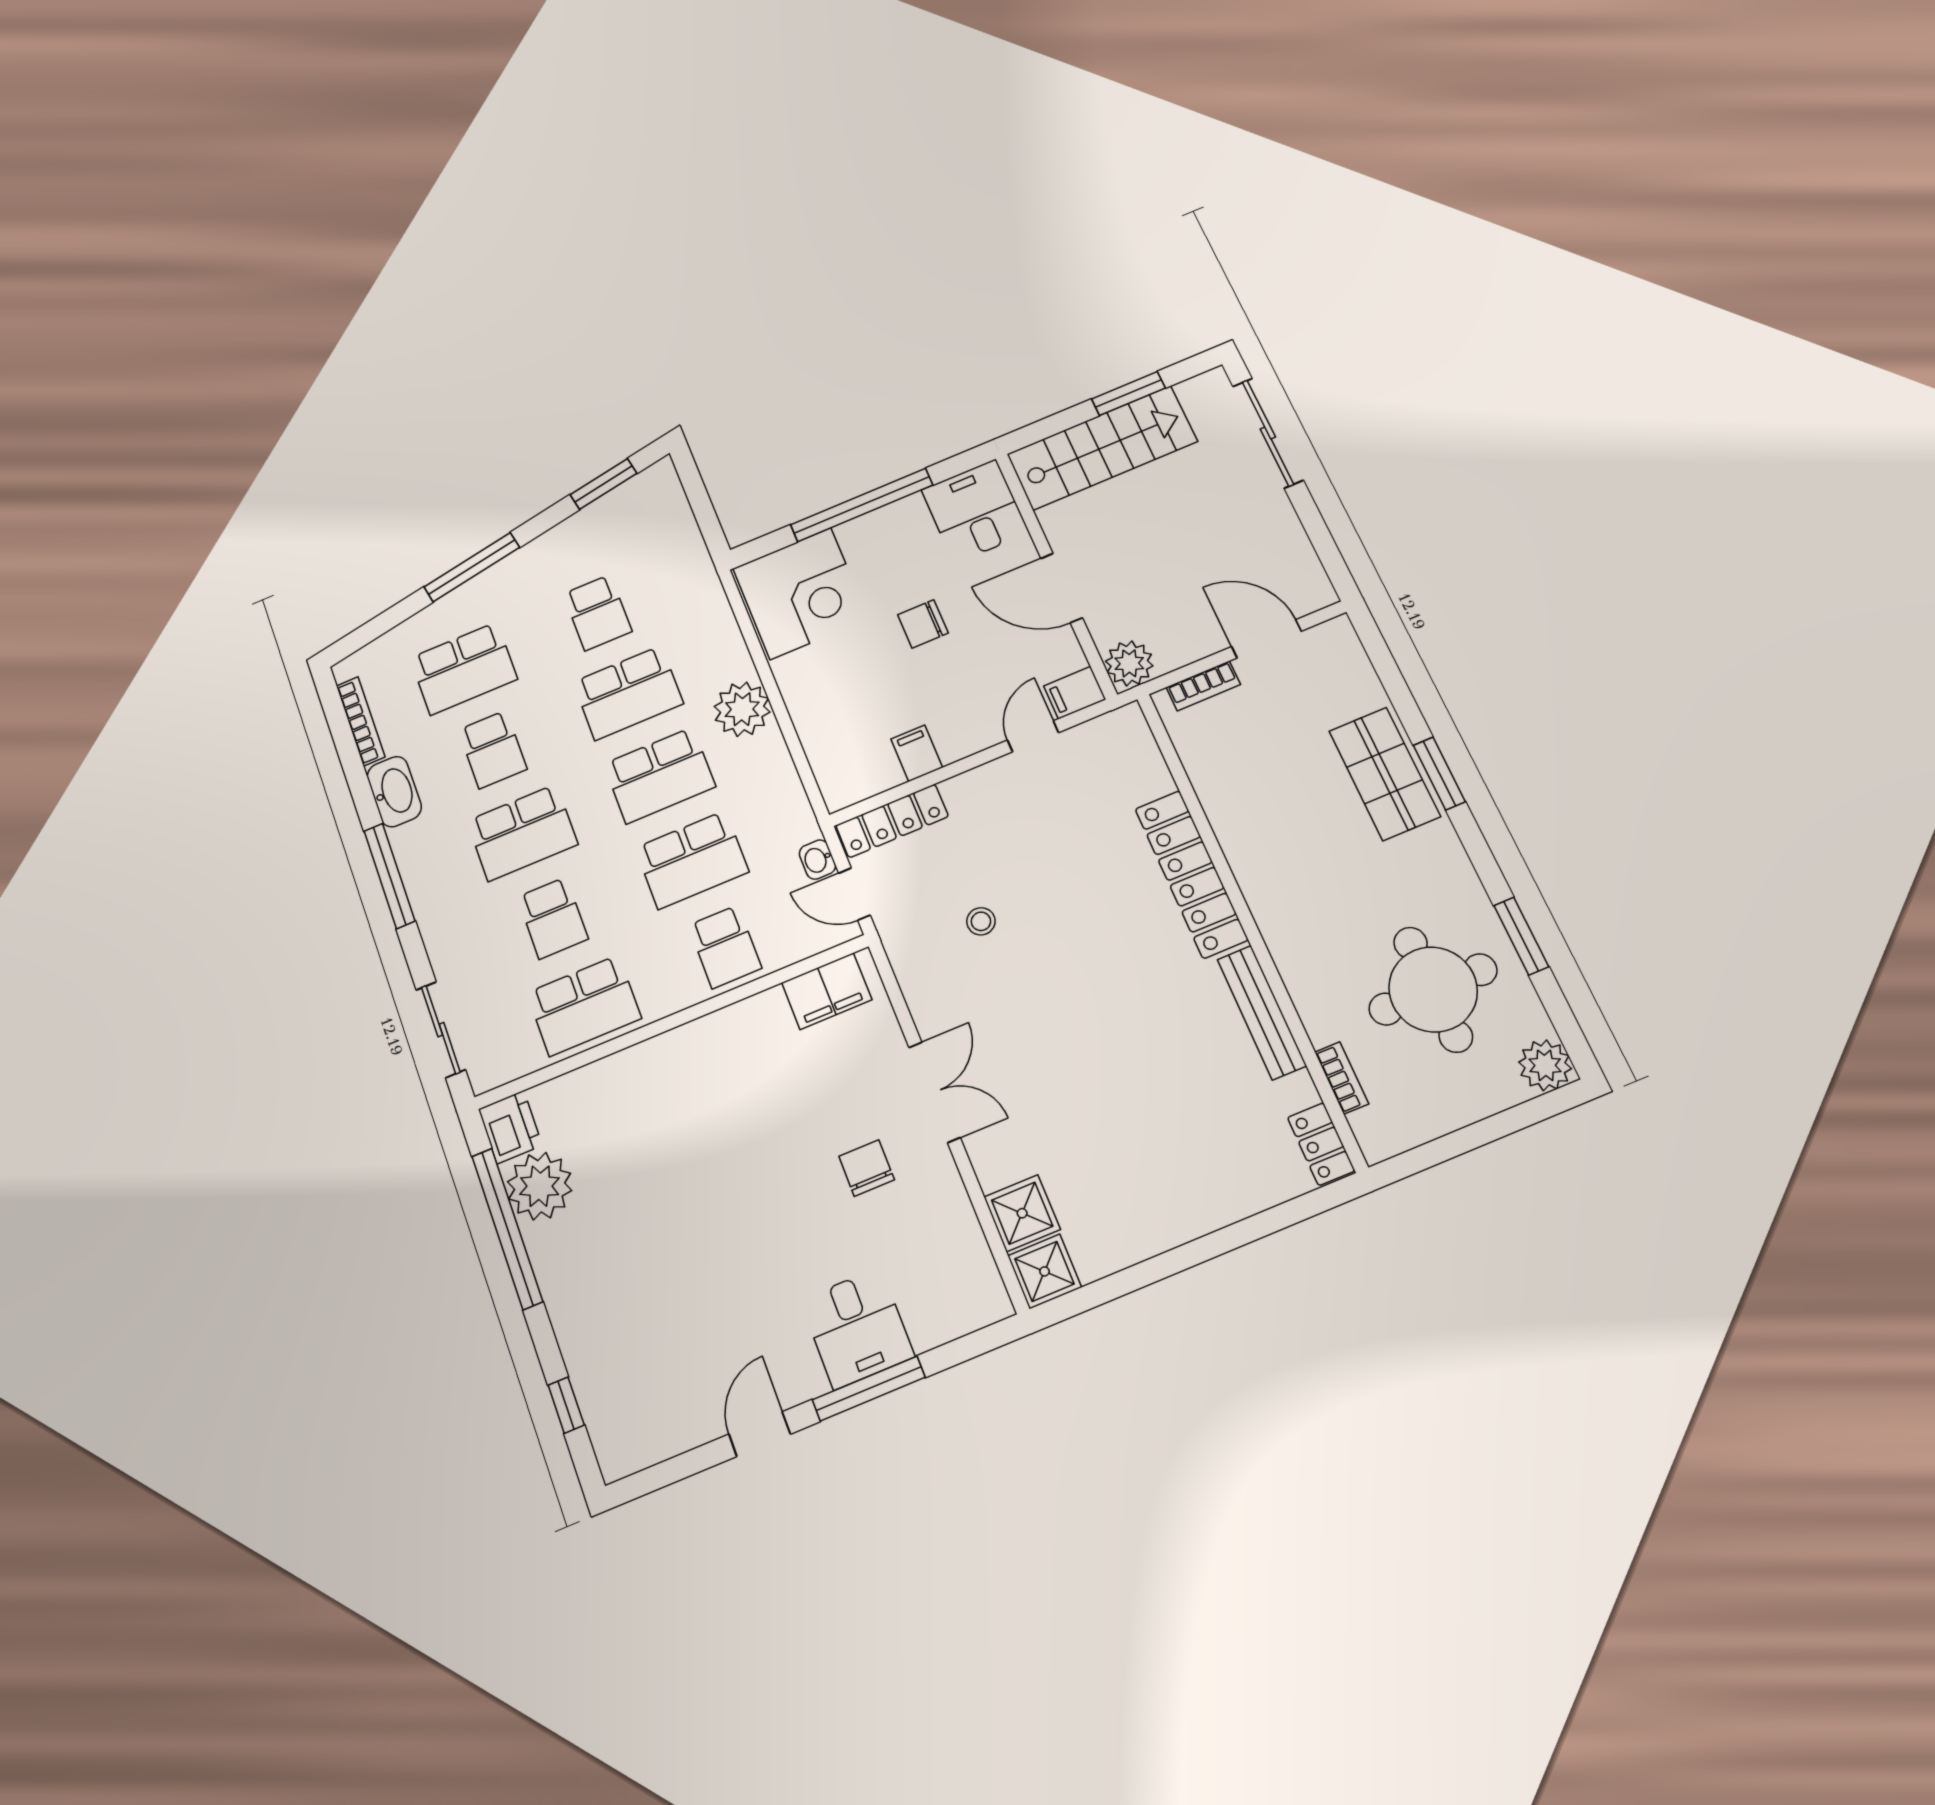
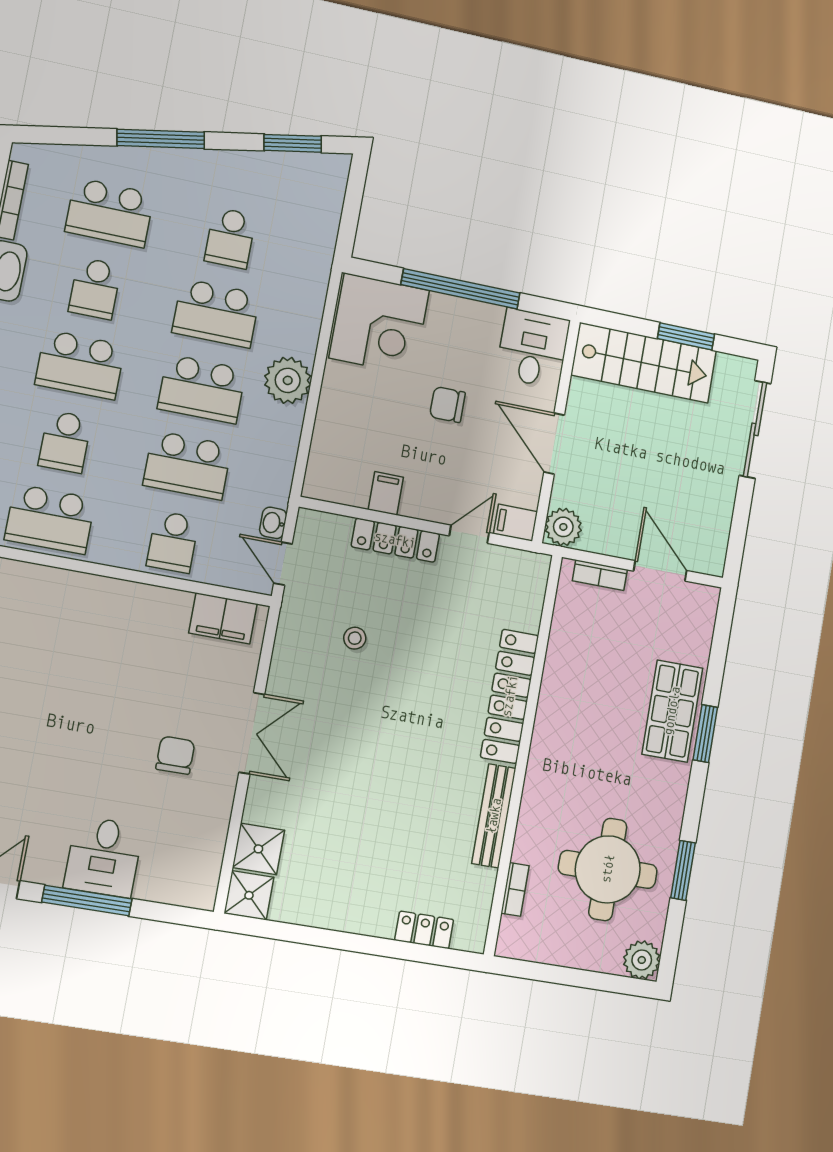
locker: (892, 821) -> (395, 540), moved
locker: (1321, 1144) -> (424, 930), moved, turned 90

